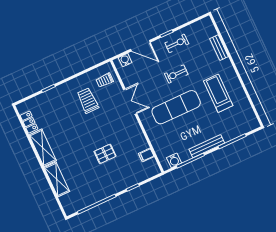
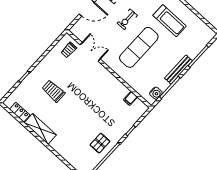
water cooler: (125, 60) -> (79, 26), removed
treadmill: (218, 93) -> (169, 21), turned 180
trolley: (88, 101) -> (53, 91), moved
double door: (130, 102) -> (90, 52), moved
pallet: (105, 154) -> (100, 143), moved
shelving: (57, 179) -> (64, 151), removed

